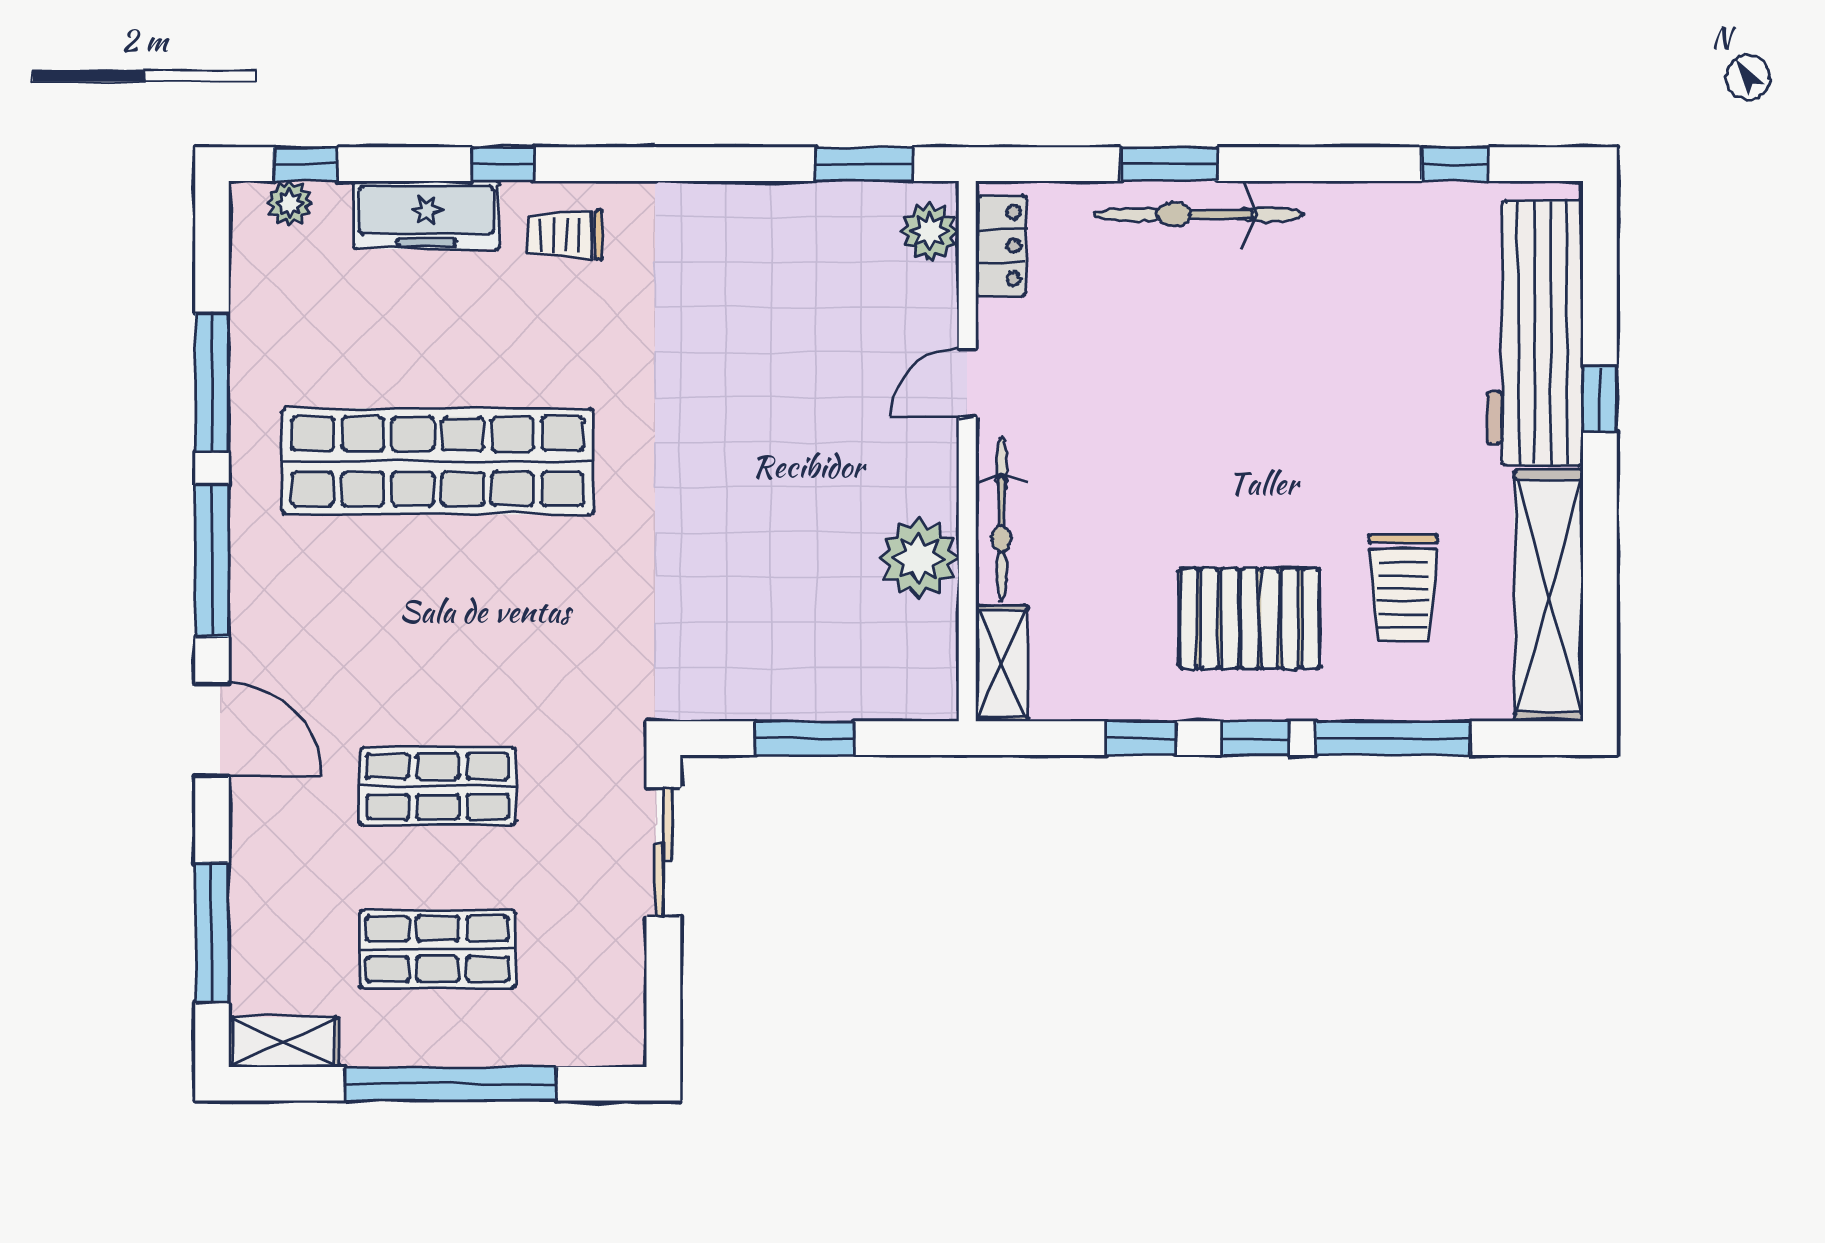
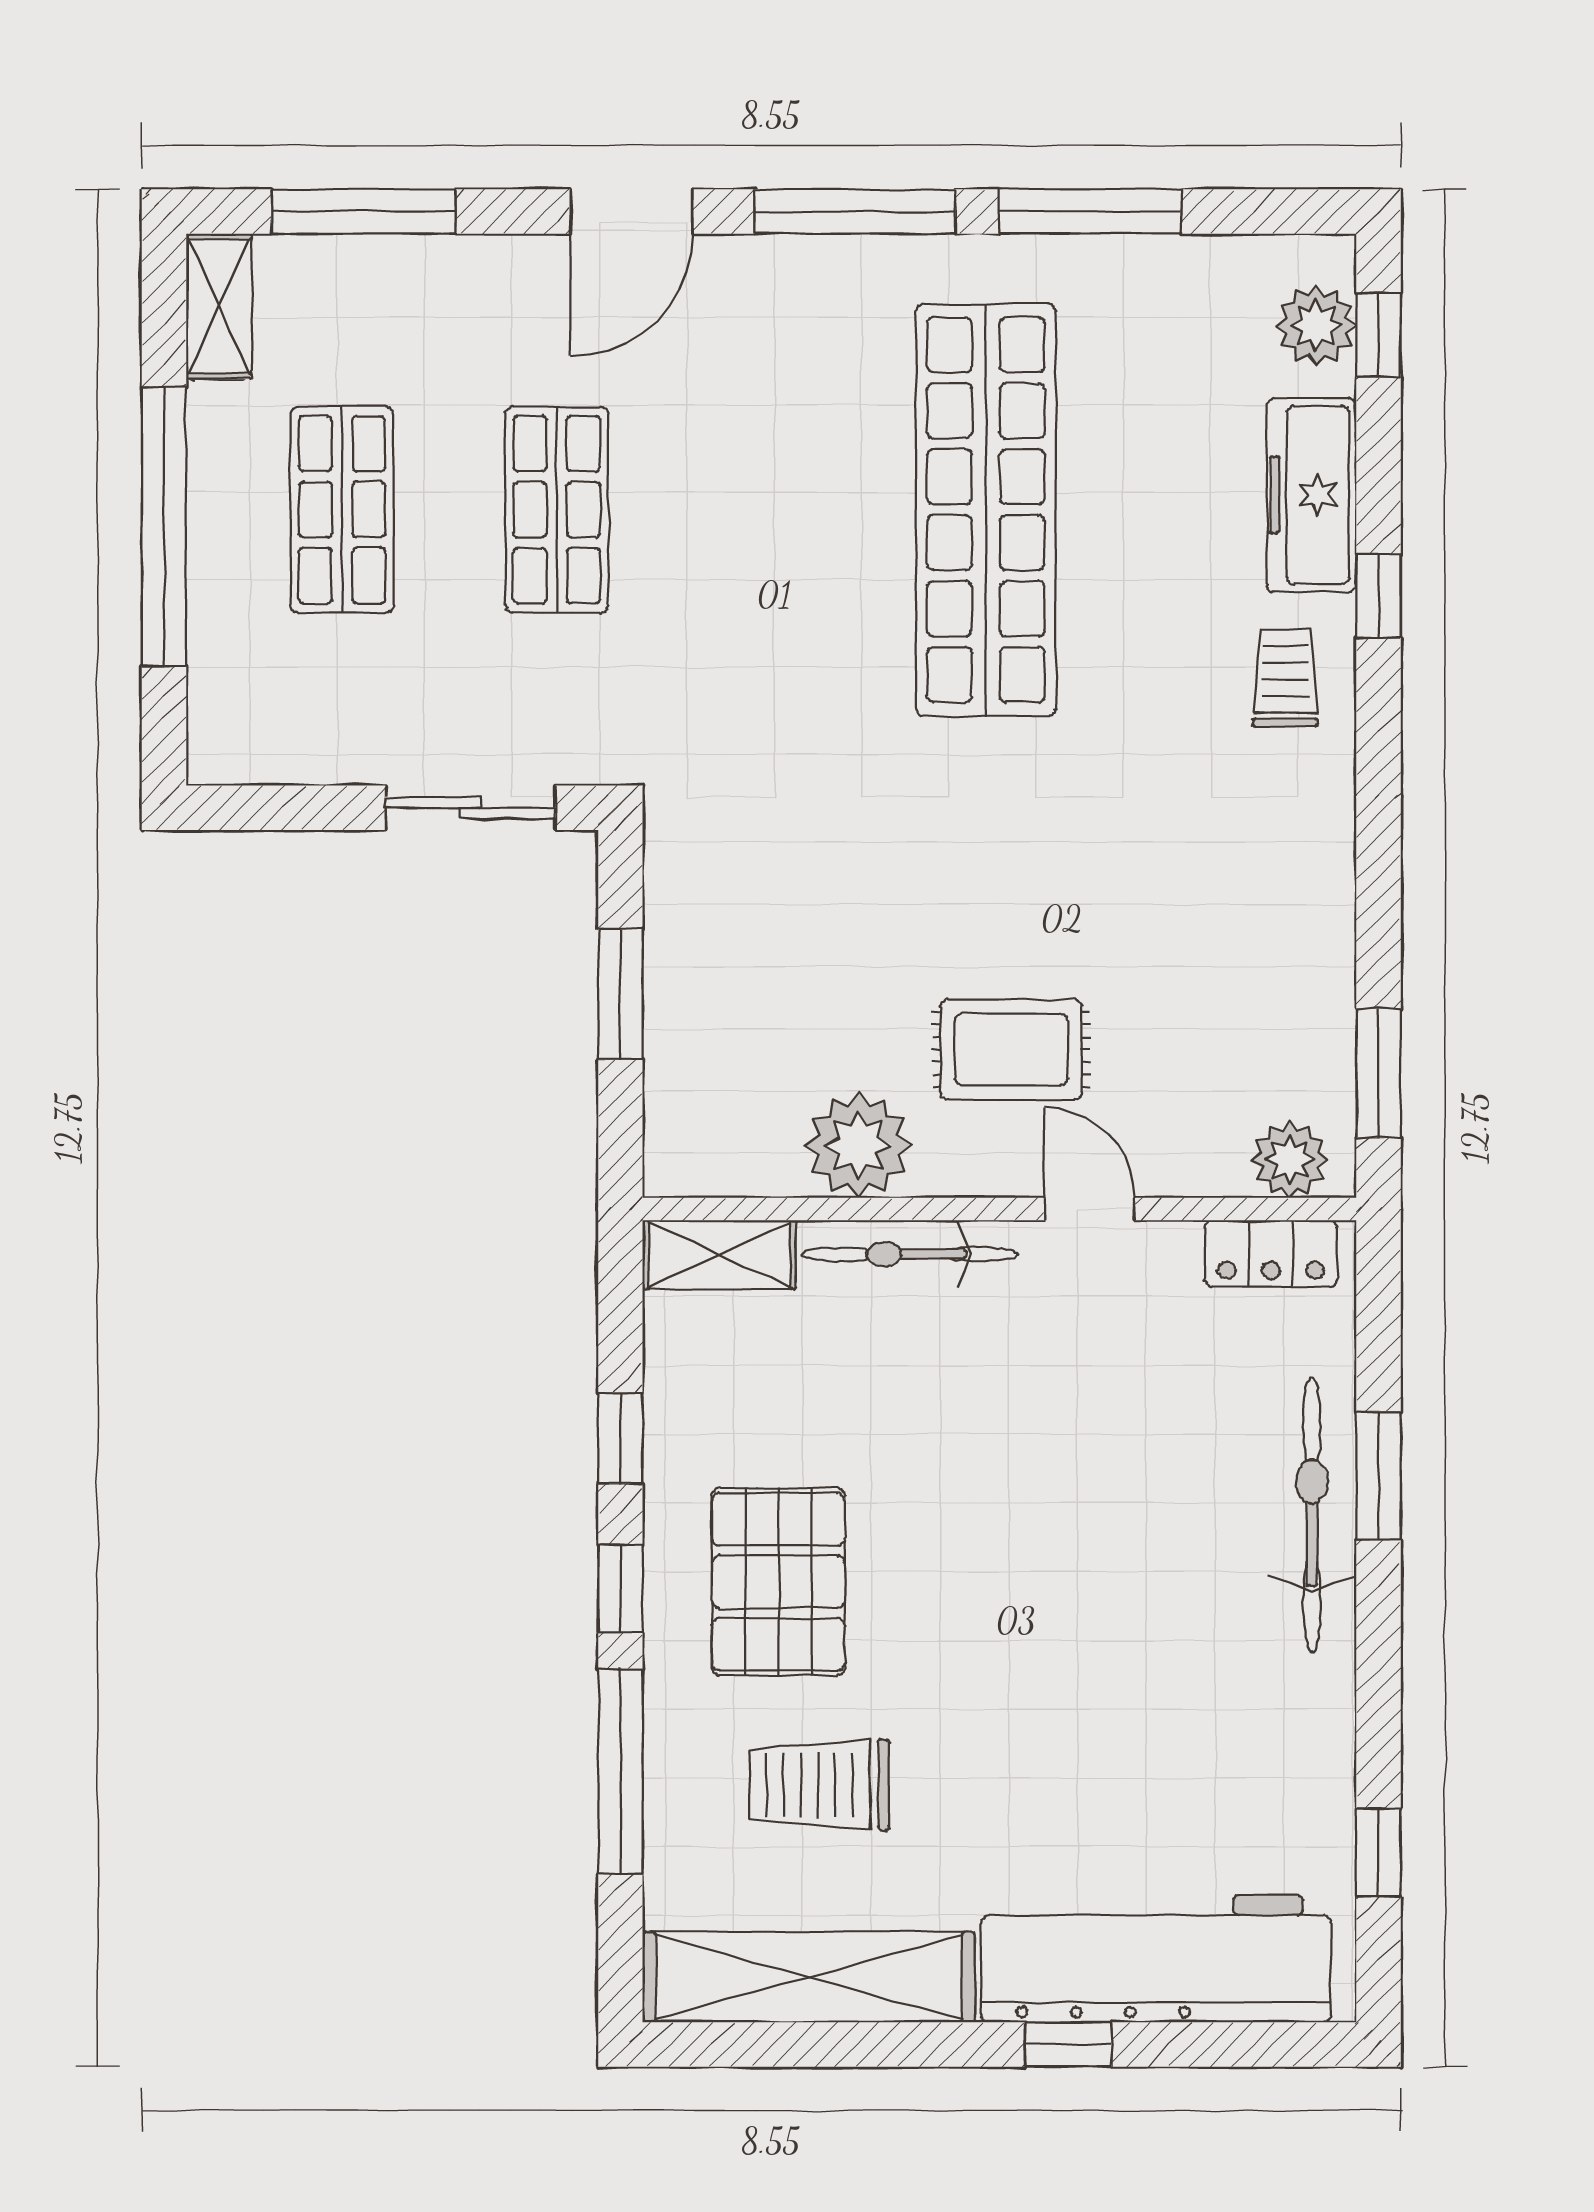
plant: (290, 203) -> (1316, 325), width x1.38, depth x1.38
rug: (846, 442) -> (1011, 1049), added

